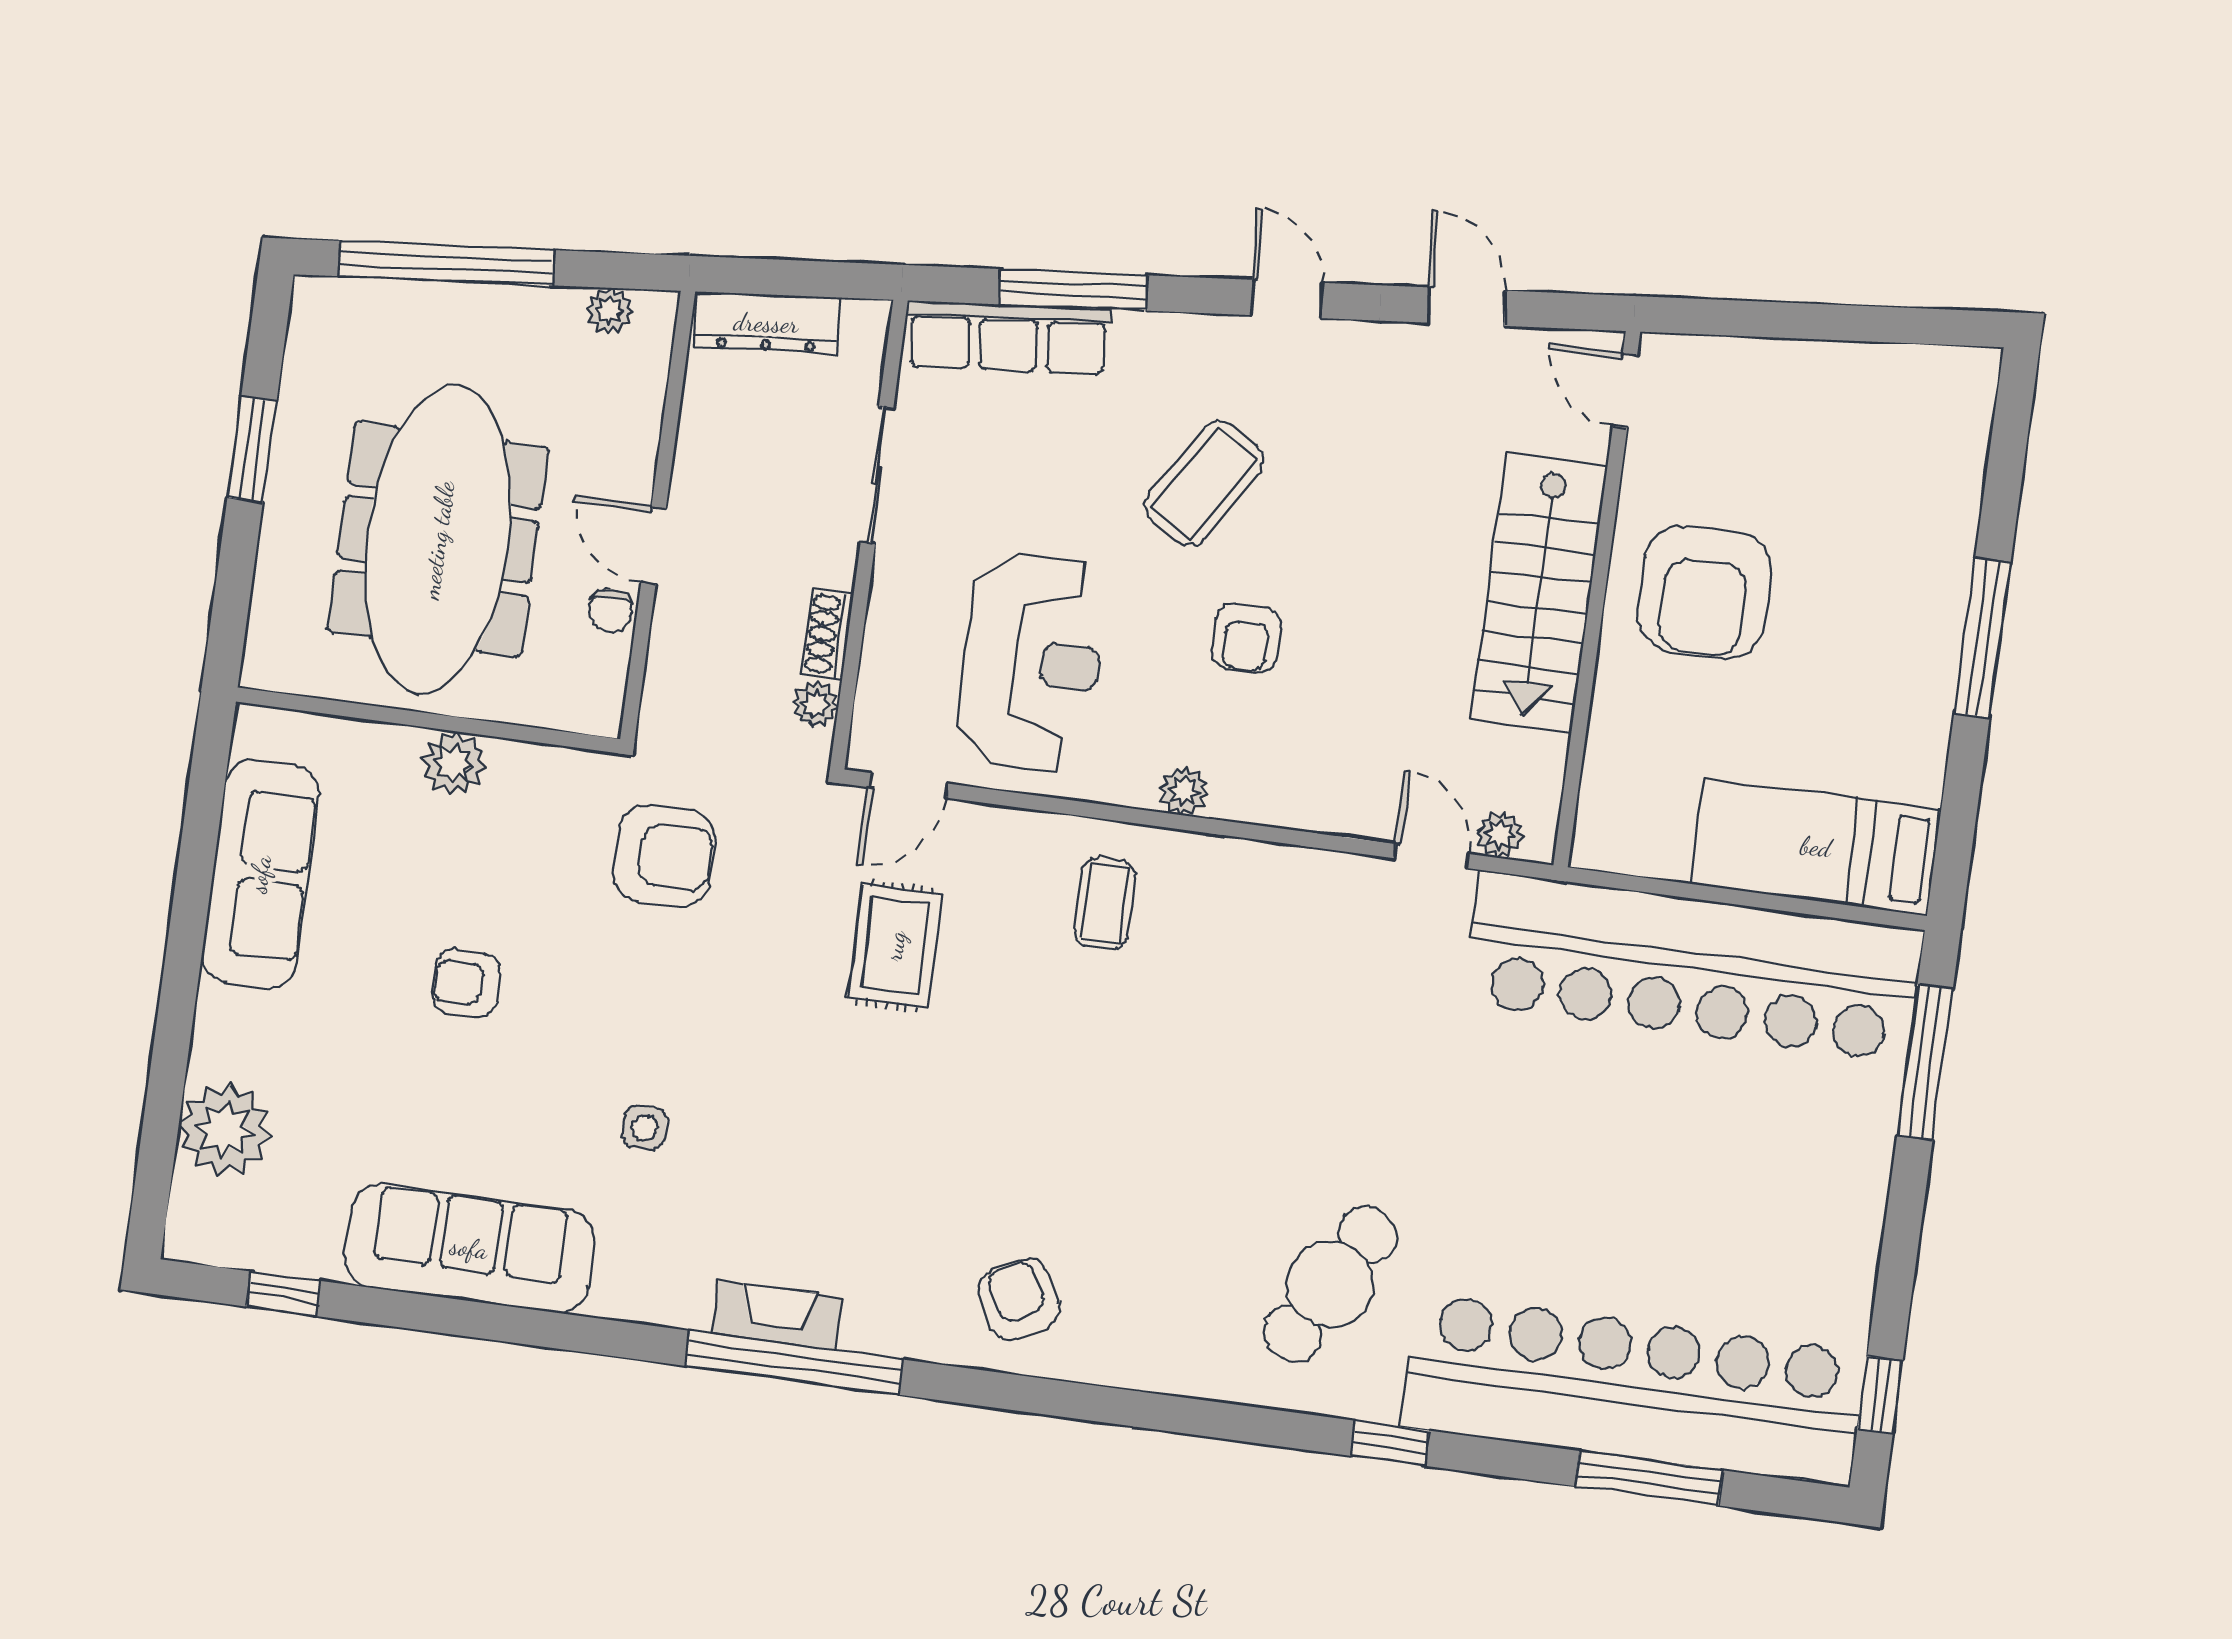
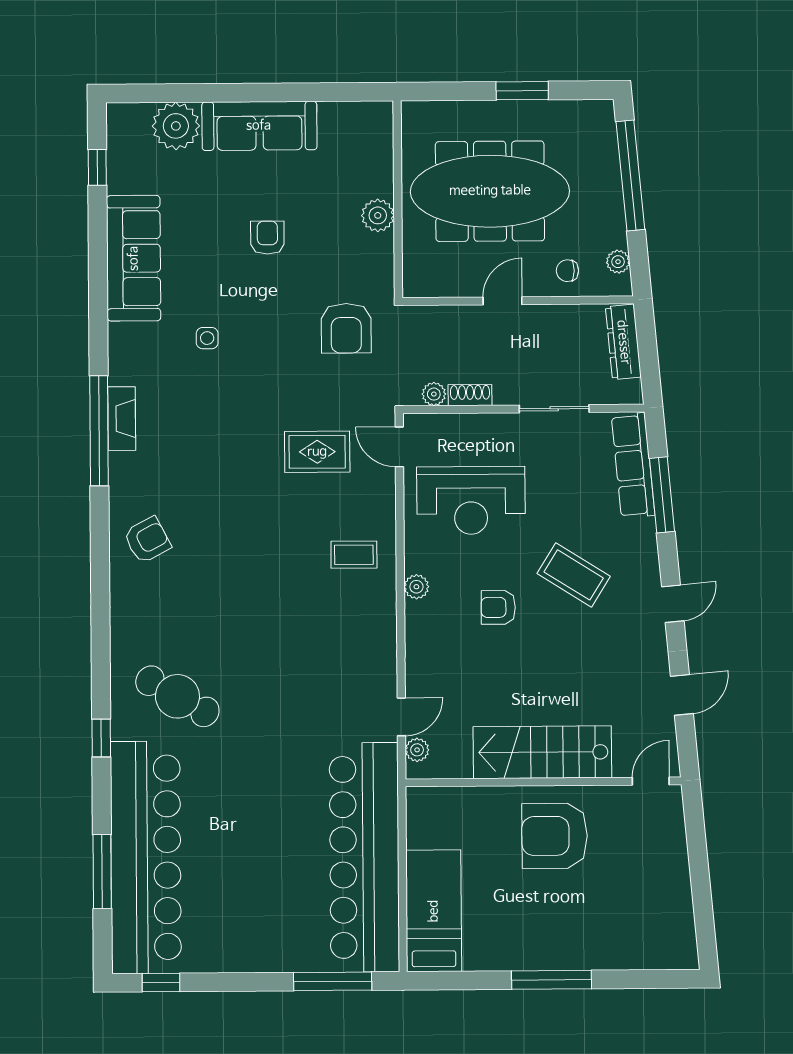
chair: (610, 610) -> (567, 271), moved
sofa: (260, 874) -> (259, 126), moved

